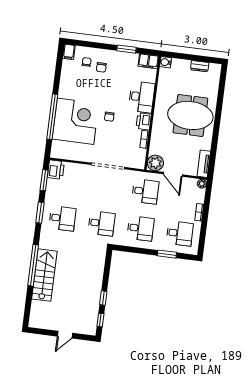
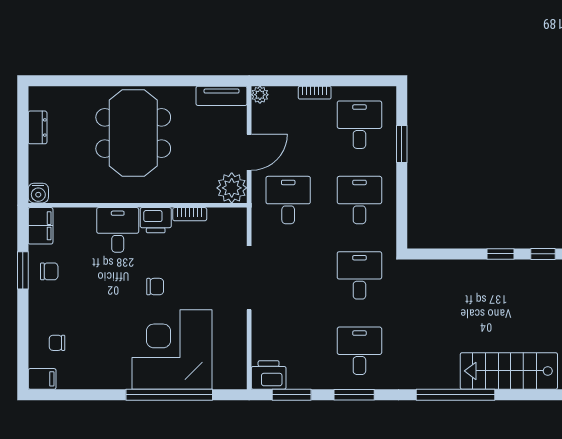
chair: (101, 67) -> (49, 271), moved
desk: (142, 97) -> (118, 230), width x0.73
stairs: (44, 275) -> (509, 371), moved

